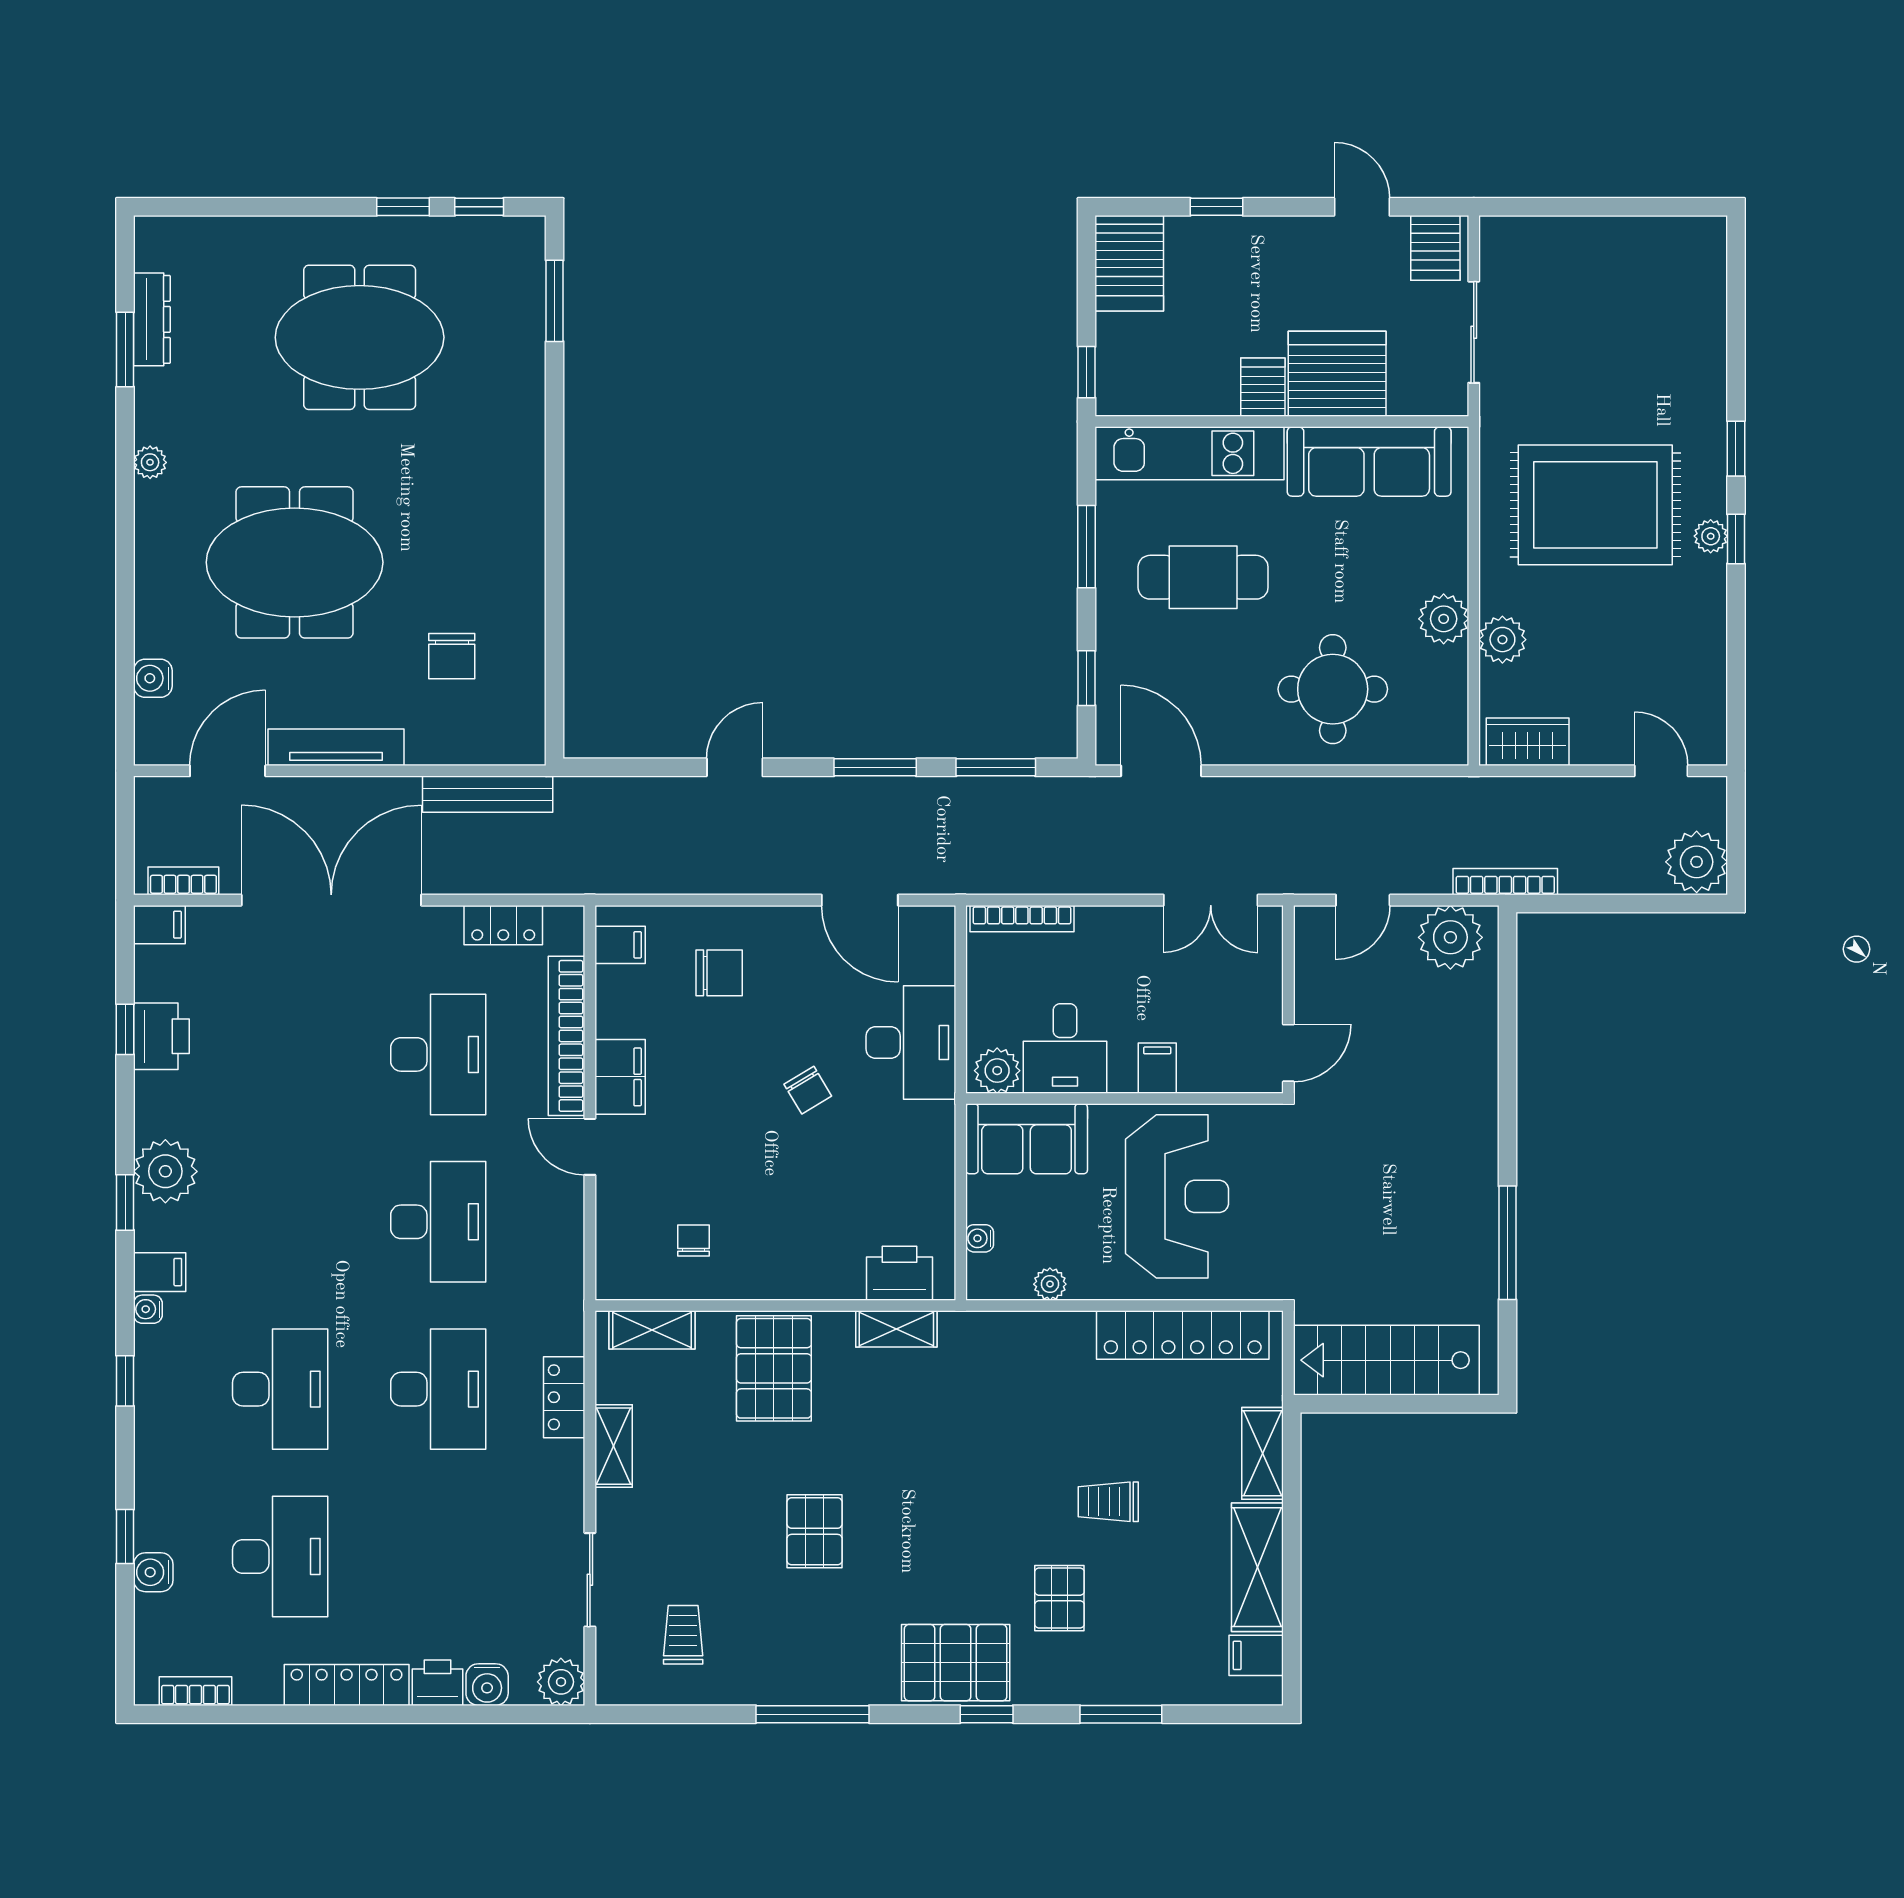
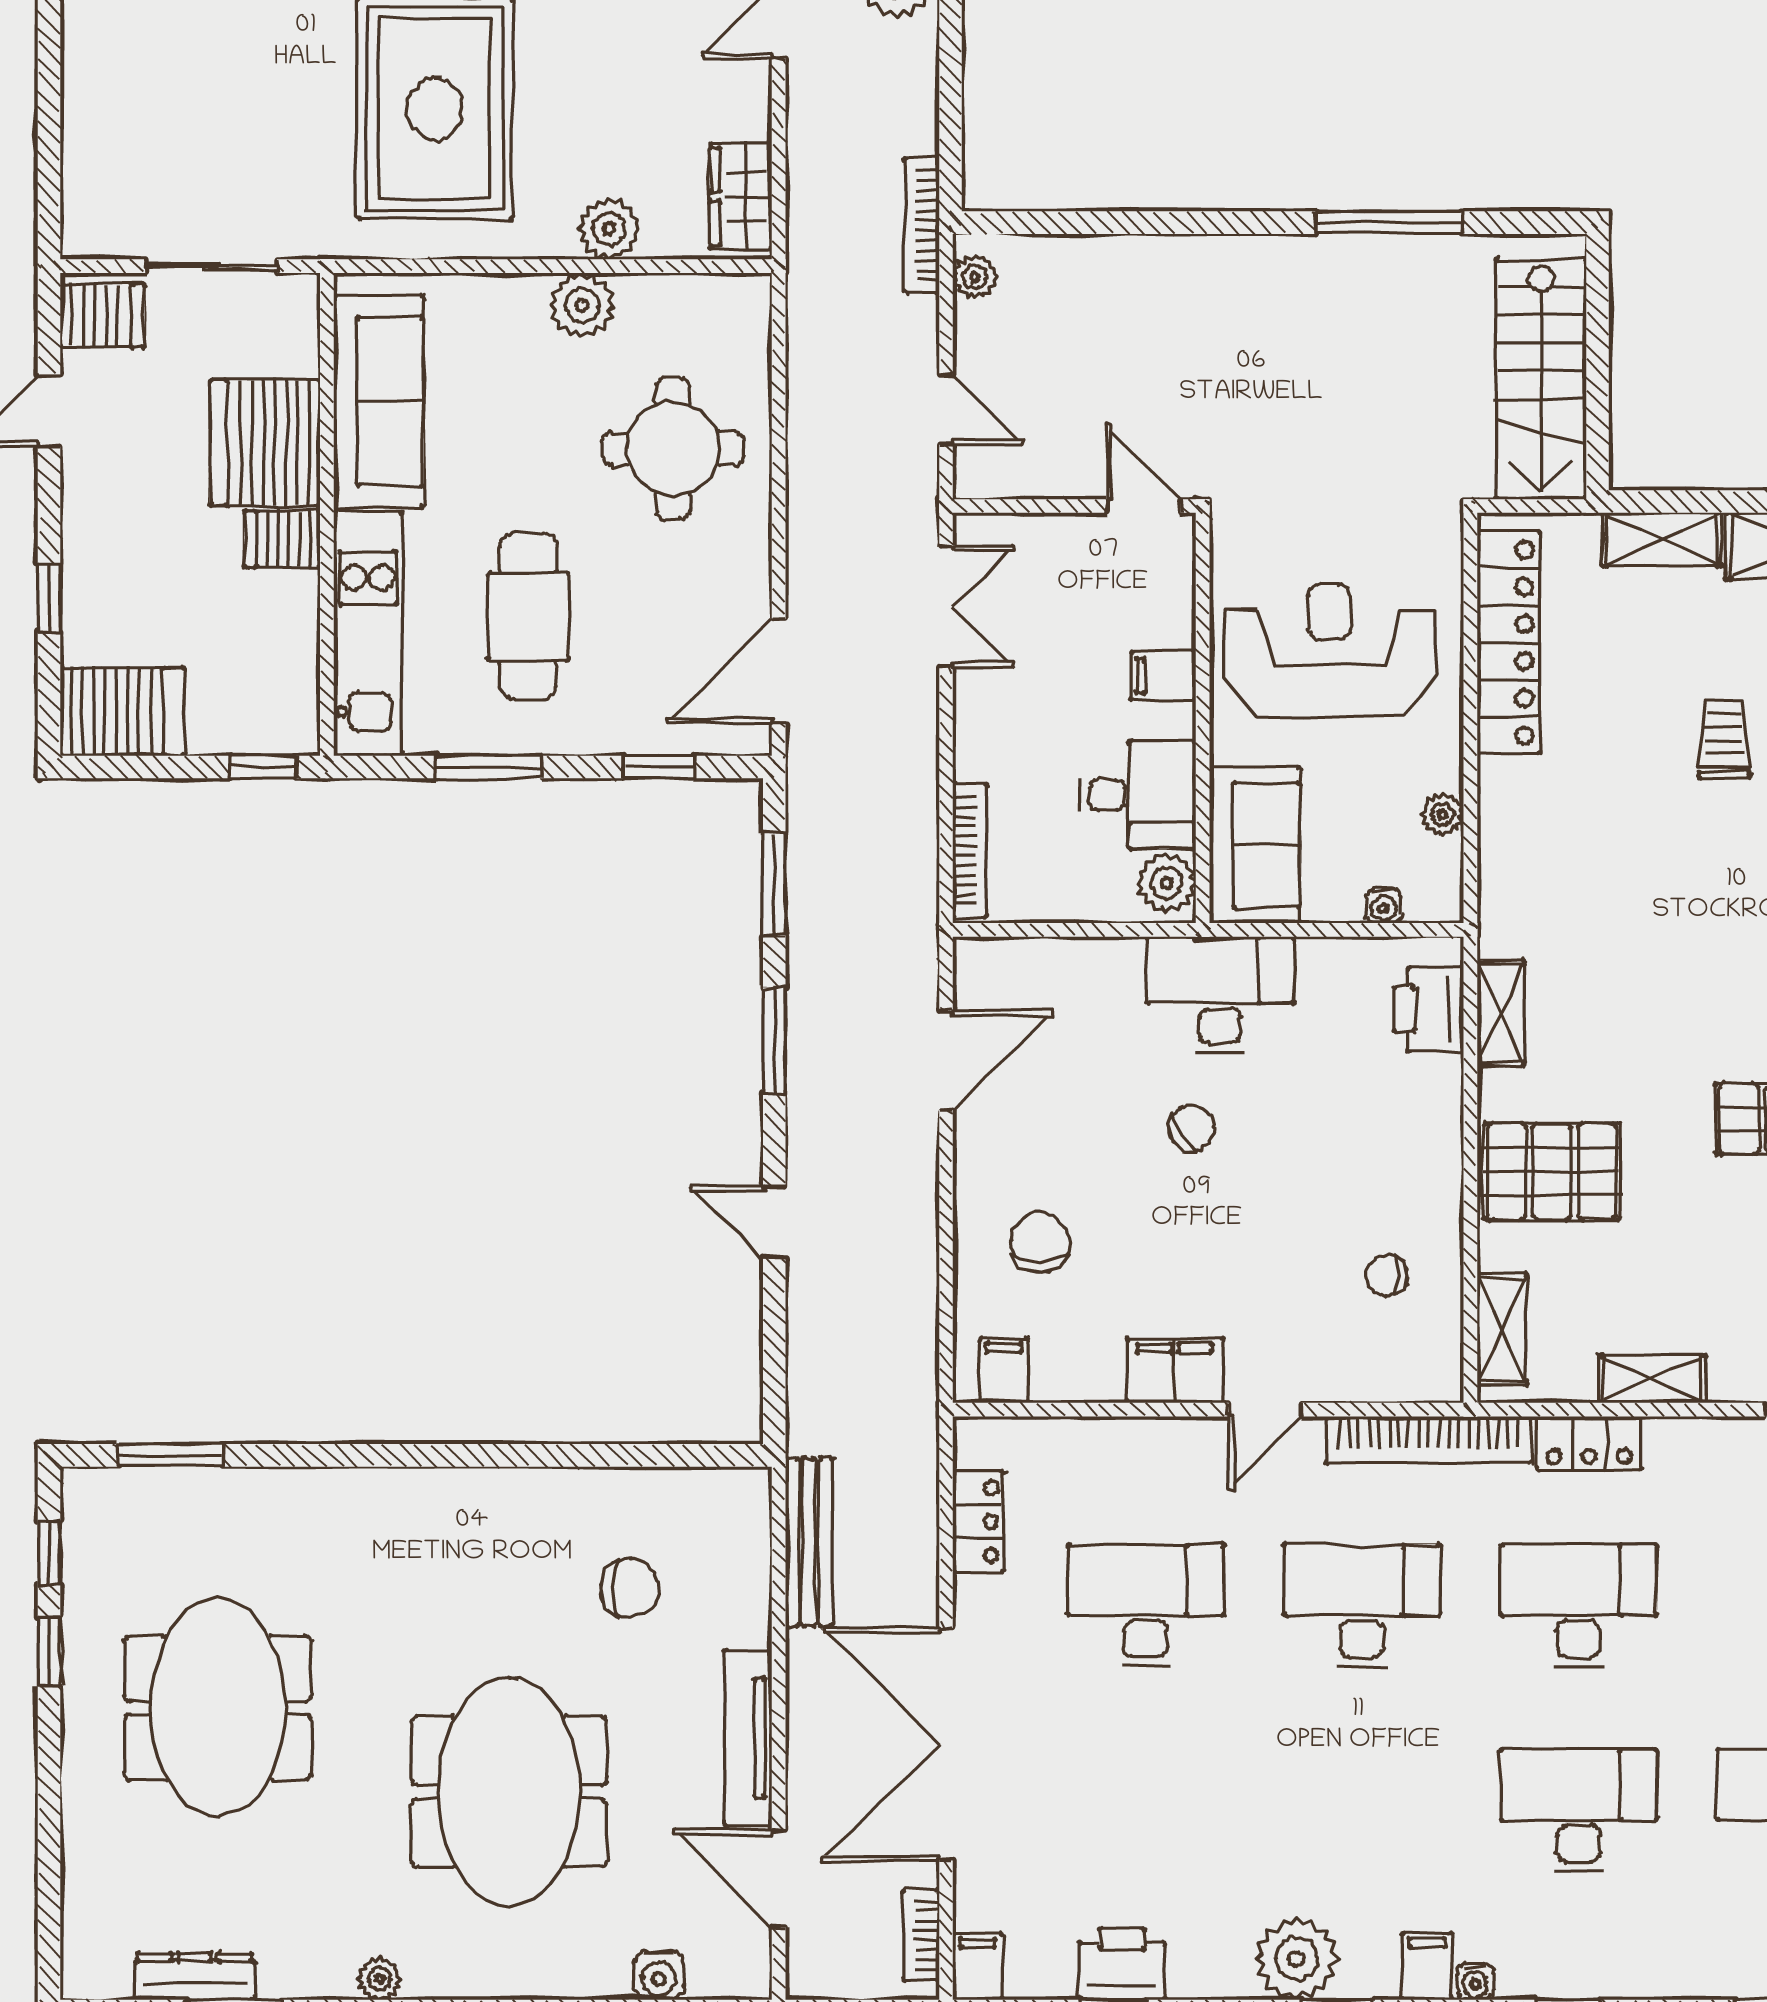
plant: (1450, 937) -> (975, 277), width x0.53, depth x0.53
bookcase: (567, 1036) -> (1429, 1440), moved
desk: (911, 1043) -> (1220, 994), moved
trolley: (1108, 1502) -> (1724, 739), turned 180

